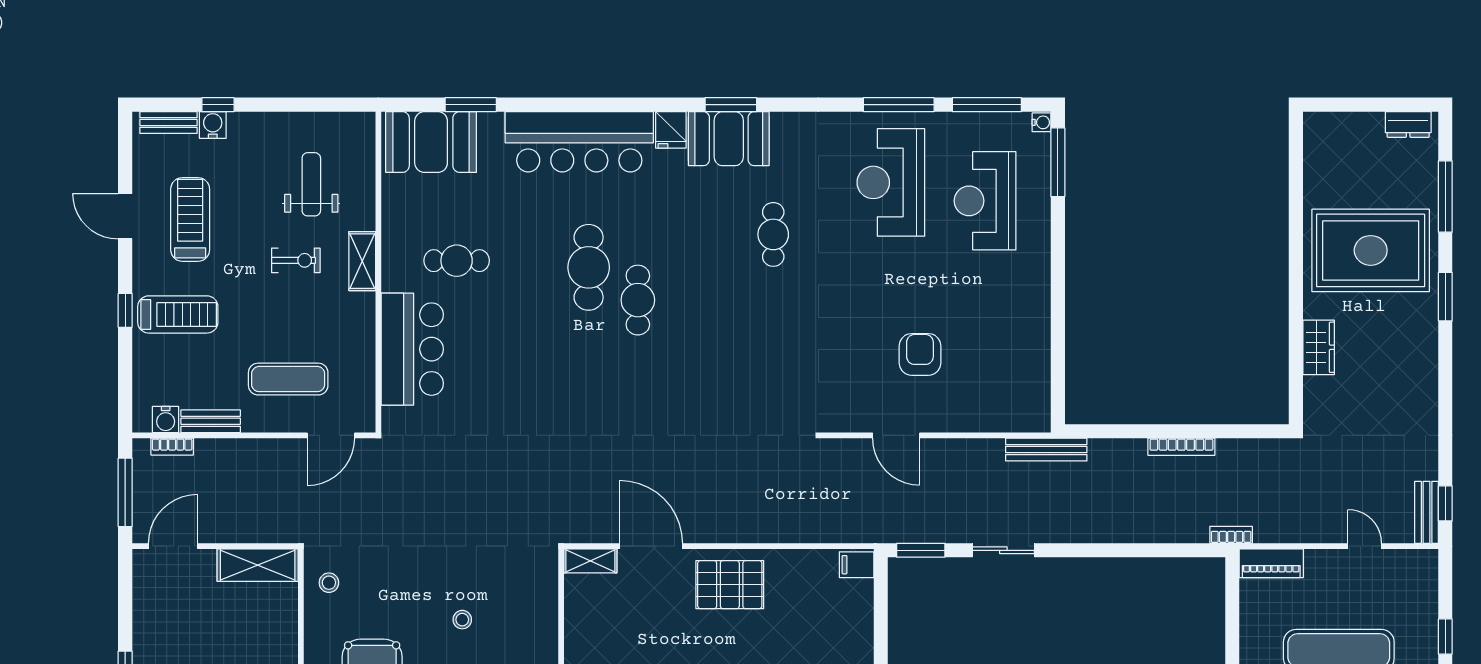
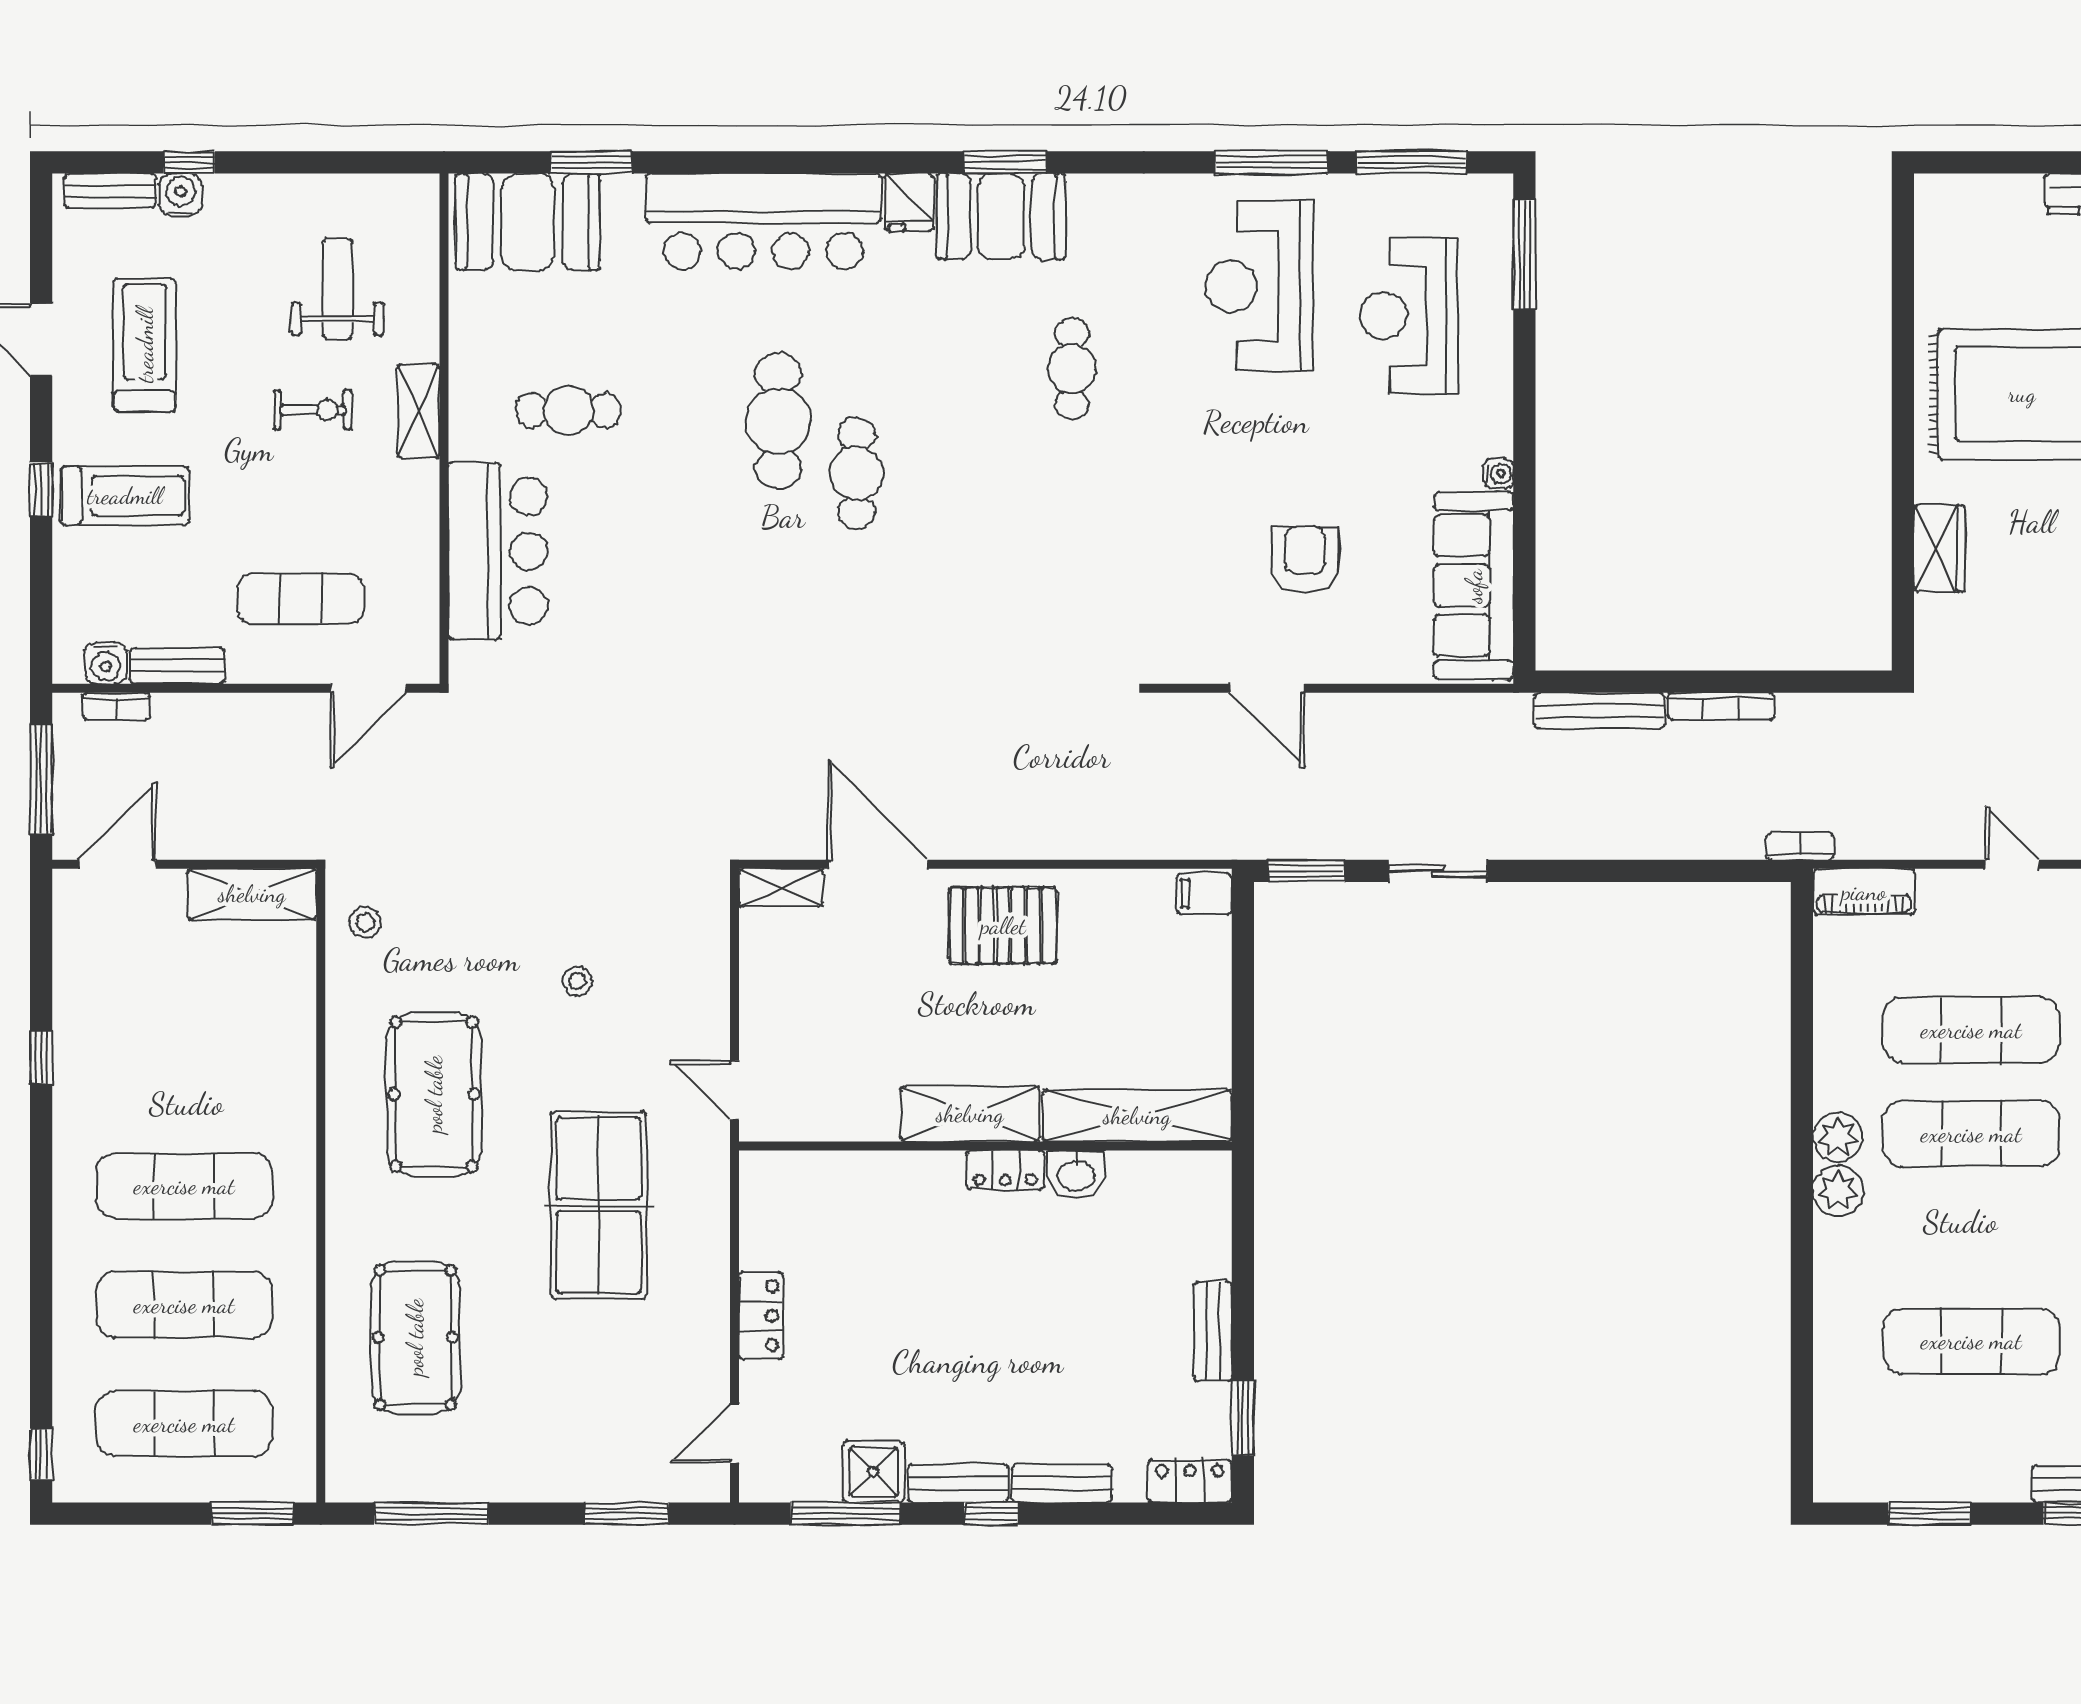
water cooler: (1042, 122) -> (1499, 473), moved
sofa: (1026, 371) -> (1474, 586), added
bench: (1046, 450) -> (1600, 711), moved

